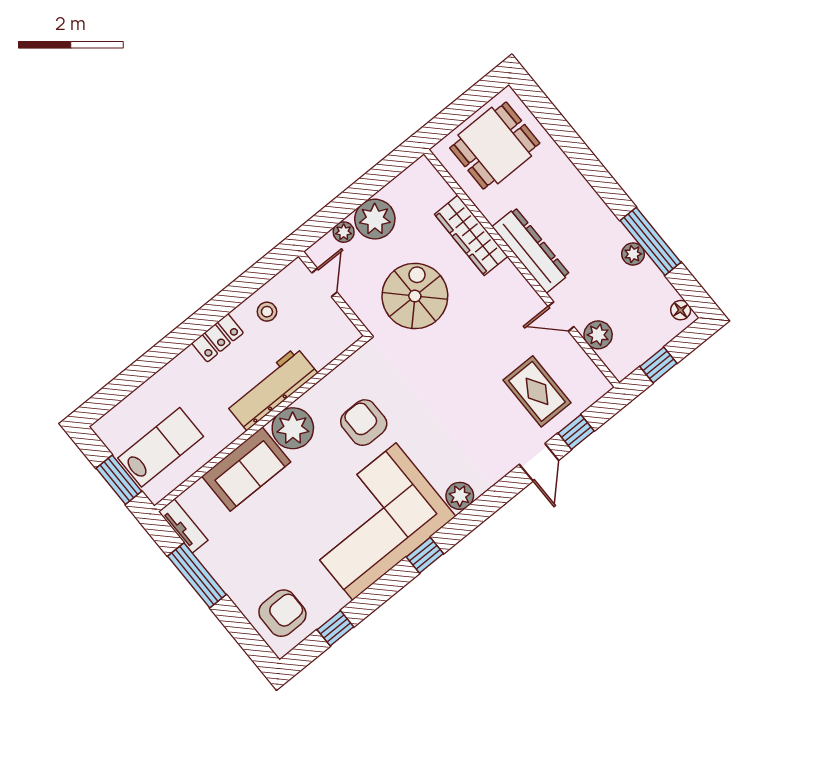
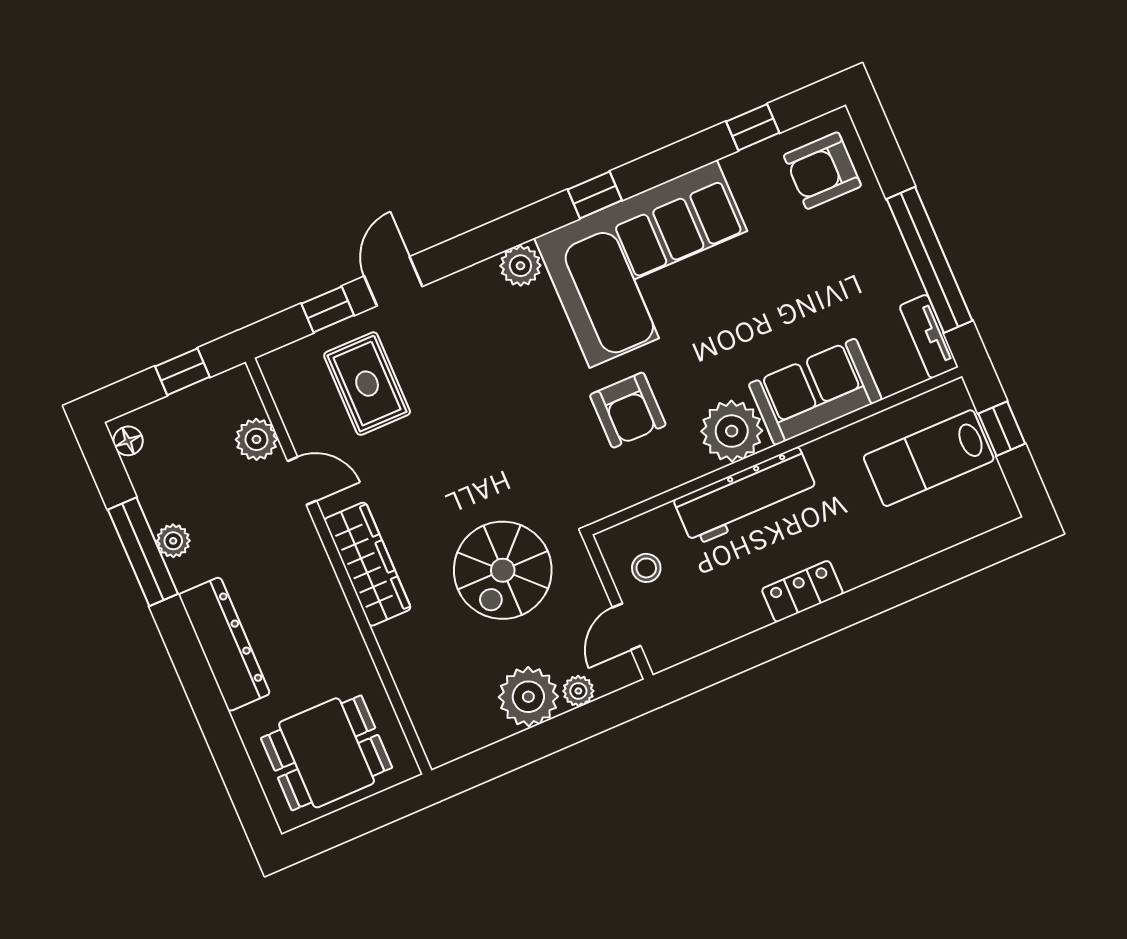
wardrobe: (471, 235) -> (367, 564), moved
dresser: (531, 250) -> (224, 644), moved, turned 180
stool: (267, 312) -> (646, 568), moved
window: (119, 480) -> (1002, 429), width x0.67
window: (197, 575) -> (929, 260), width x1.46

